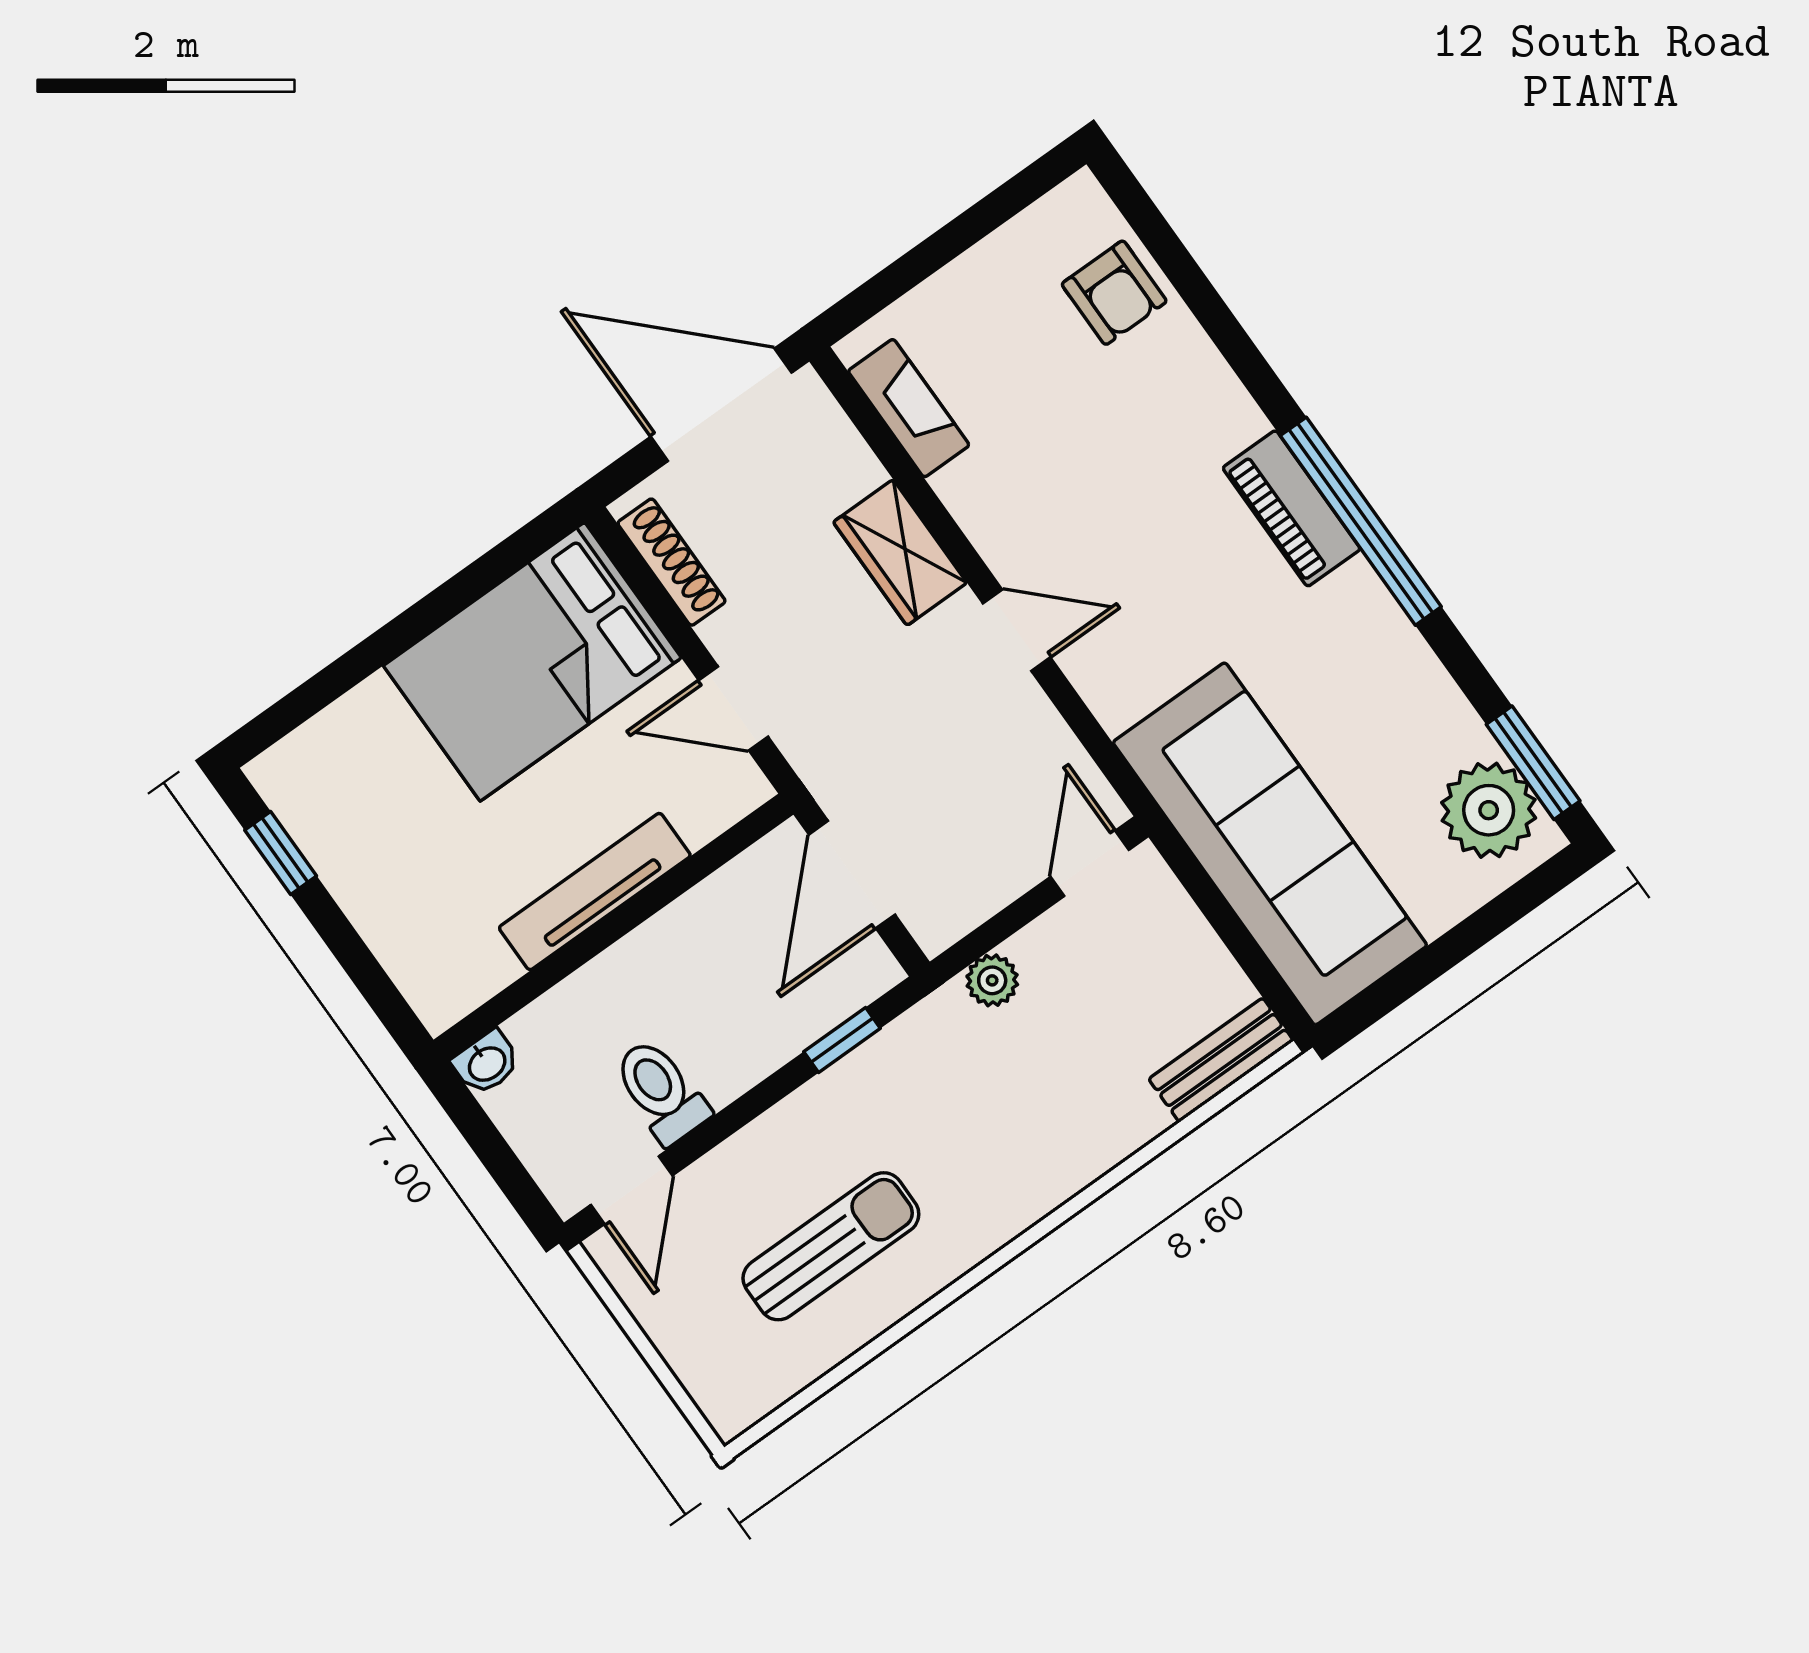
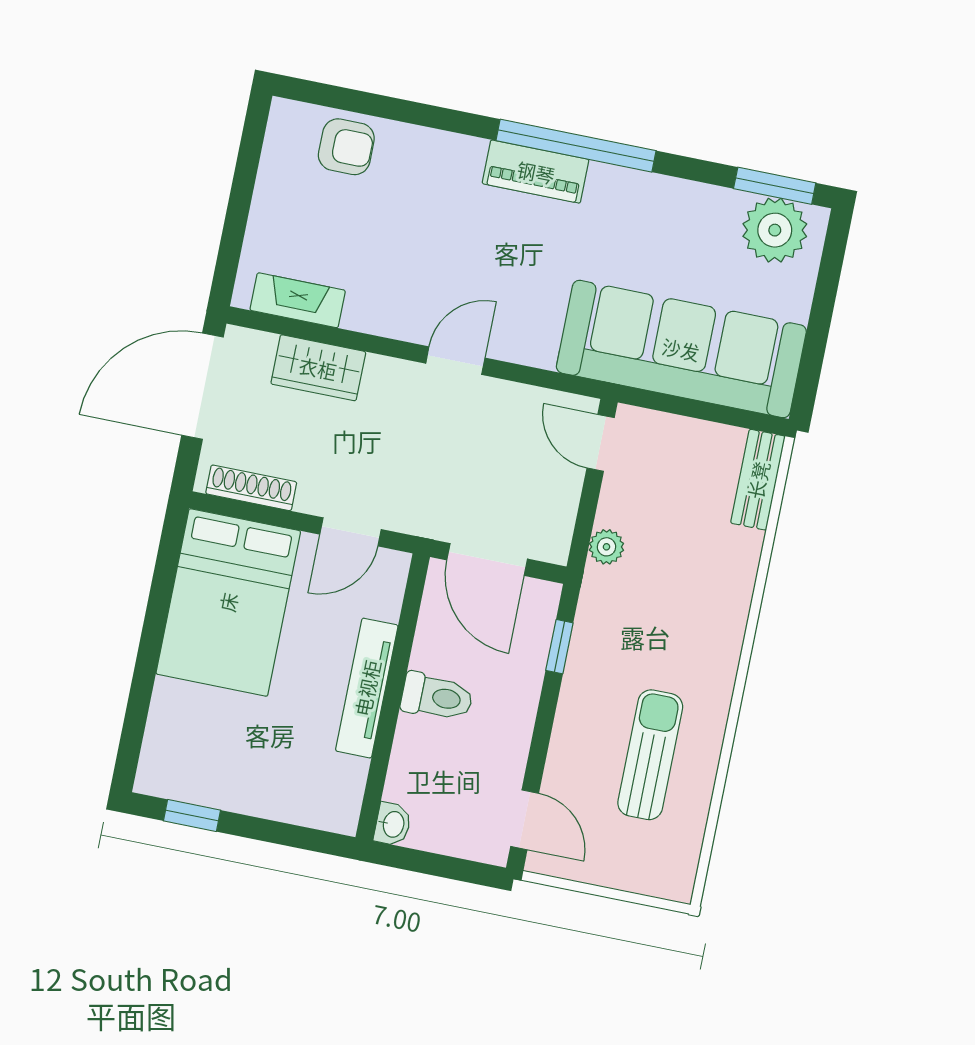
wardrobe: (900, 552) -> (318, 368), moved
toilet: (661, 1091) -> (437, 697), moved, turned 180

